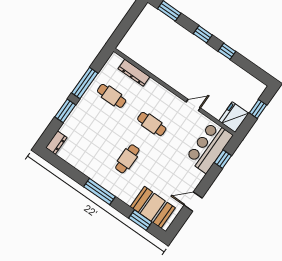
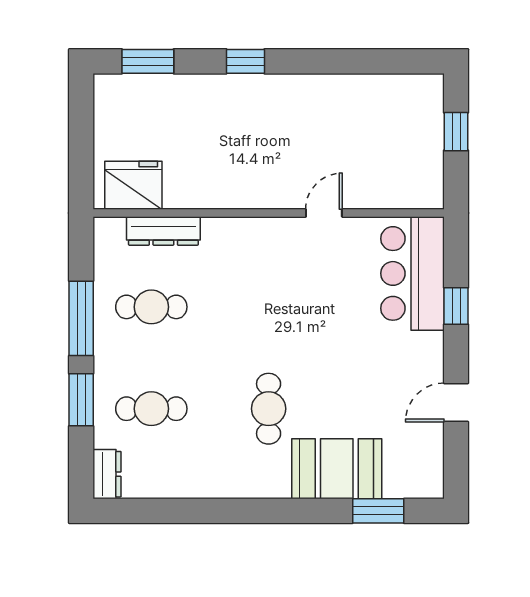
window: (227, 51) -> (316, 61), removed
fridge: (234, 117) -> (133, 185), moved, turned 90
cafe table: (152, 124) -> (151, 409), moved
window: (223, 159) -> (456, 306), moved
window: (100, 192) -> (259, 511), removed
booth: (153, 207) -> (337, 469), moved

